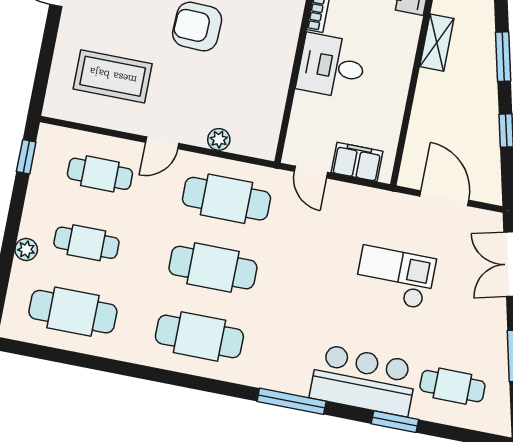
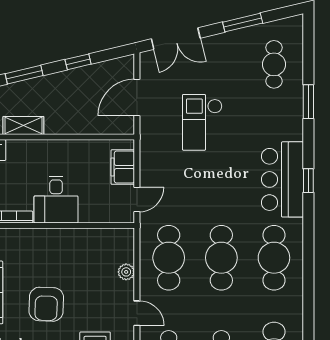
bar counter: (364, 380) -> (282, 179), moved
window: (292, 401) -> (308, 181), width x0.46

